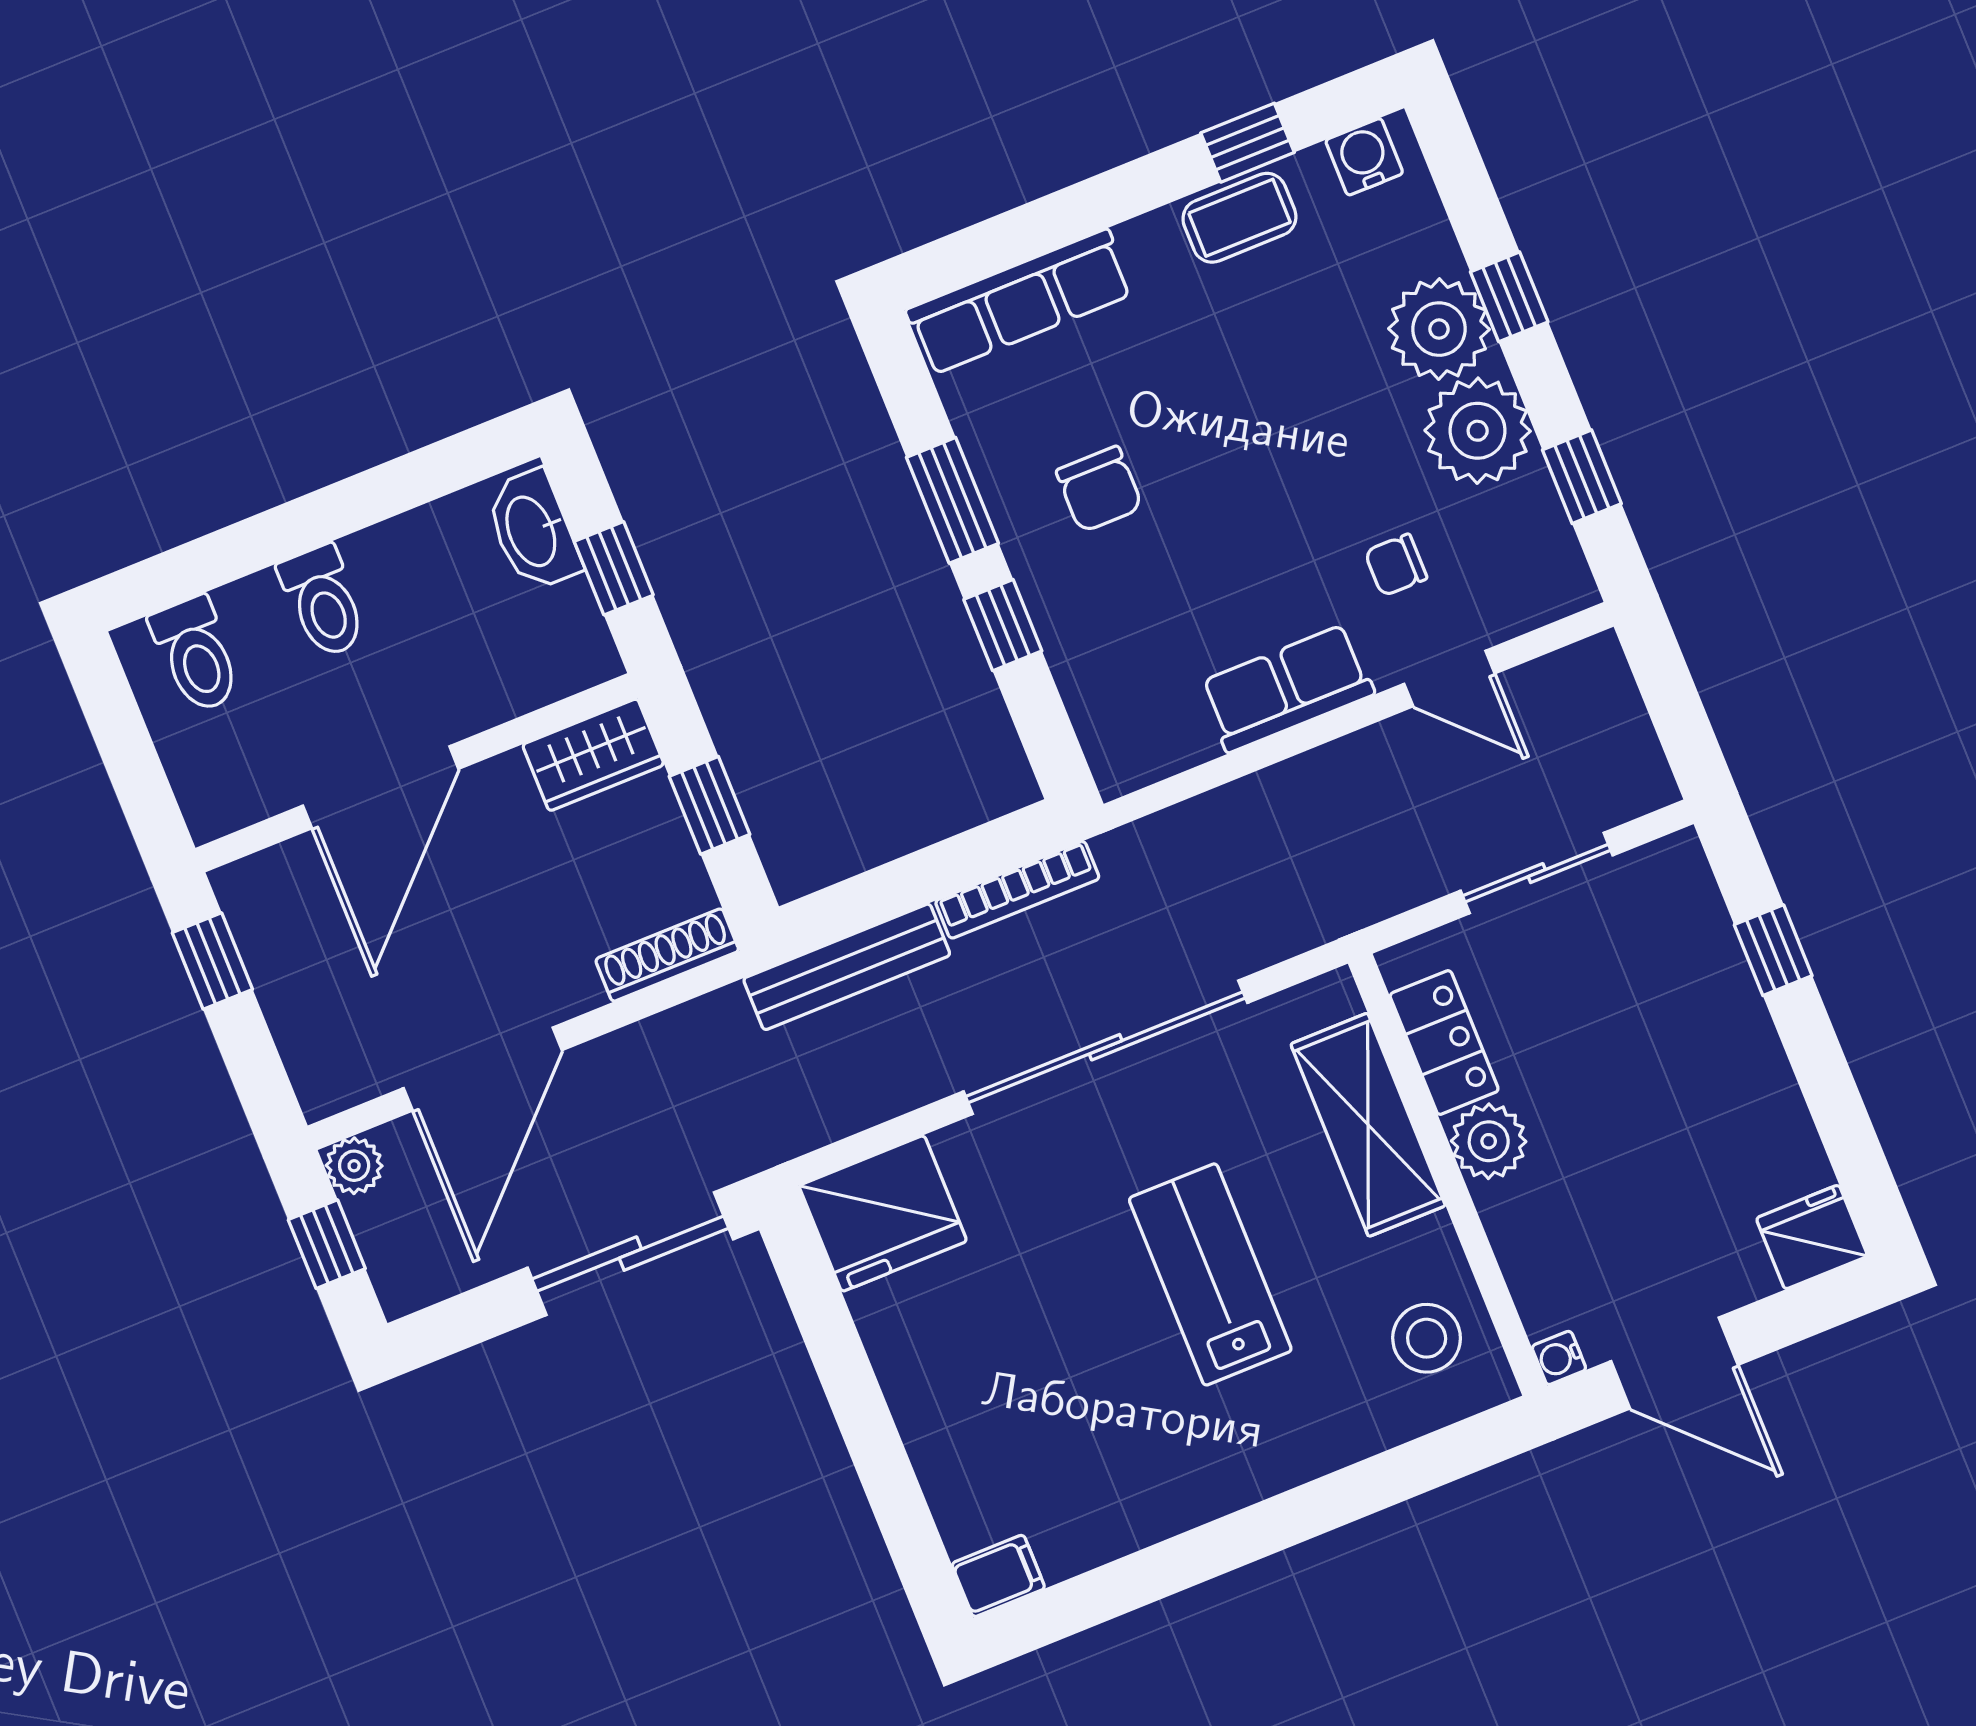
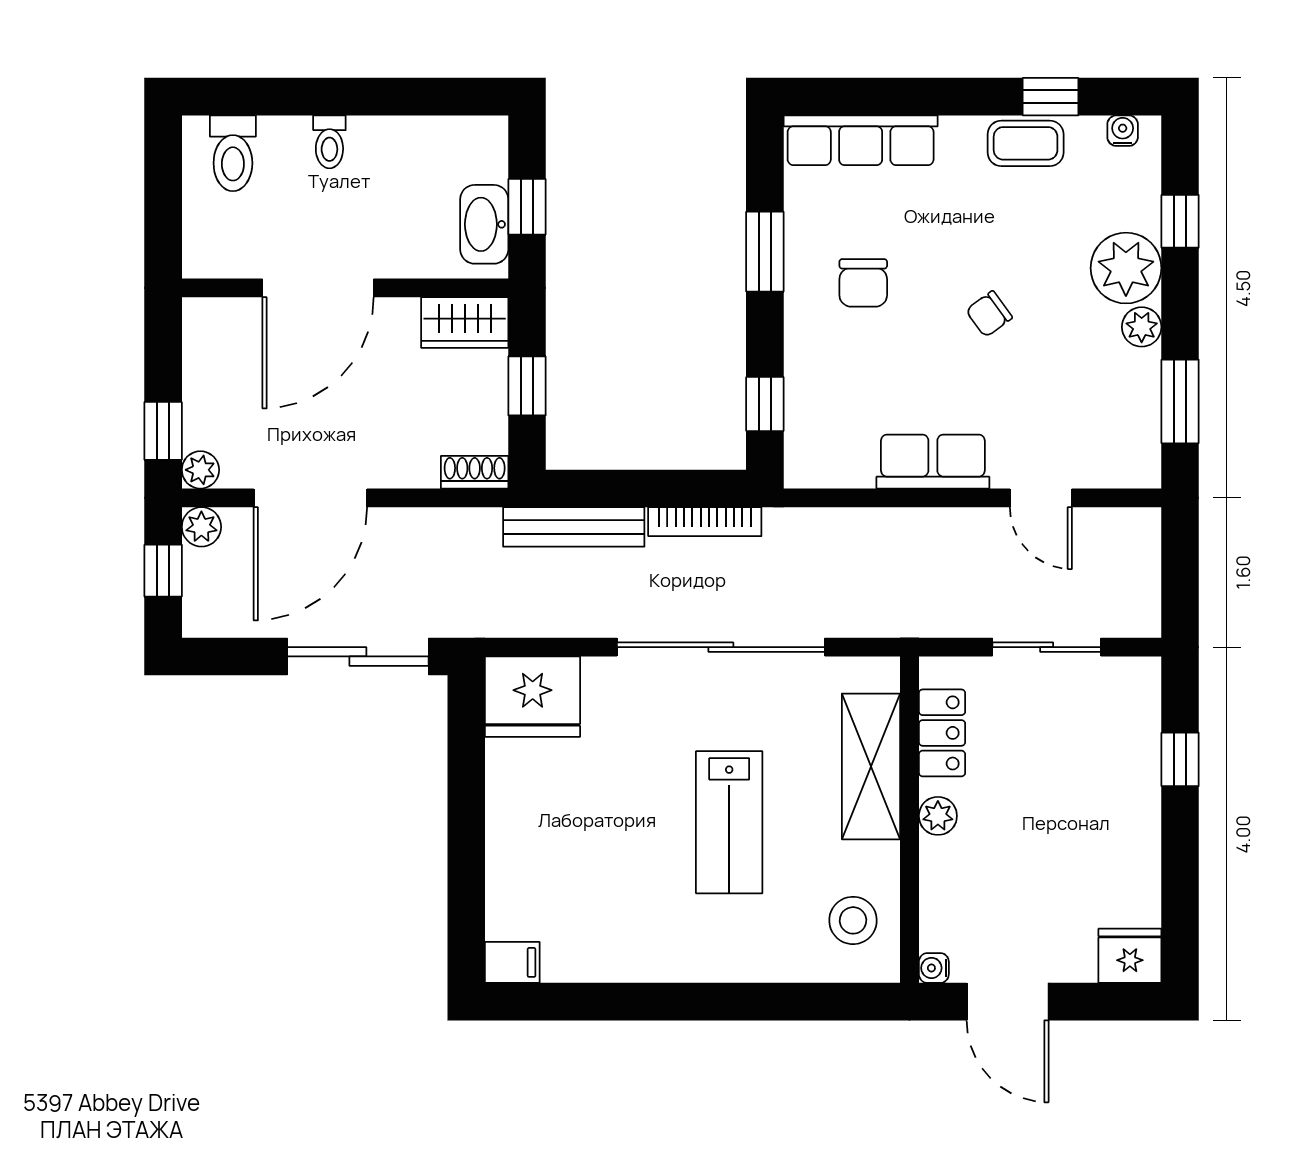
water cooler: (1364, 157) -> (1123, 131), width x0.72, depth x0.72
window: (1509, 297) -> (1180, 221), moved
plant: (1478, 431) -> (1142, 327), width x0.53, depth x0.53
window: (1582, 477) -> (1180, 401), width x1.50
washbasin: (533, 531) -> (484, 224), moved
chair: (1396, 565) -> (989, 314), moved, turned -36
toilet: (323, 601) -> (329, 142), width x0.73, depth x0.72
window: (1003, 625) -> (765, 404), moved
shoe rack: (667, 955) -> (475, 472), width x0.70
window: (212, 961) -> (163, 431), moved
plant: (322, 1091) -> (200, 470), added
plant: (1489, 1141) -> (938, 816), width x0.73, depth x0.73
lab bench: (1210, 1274) -> (729, 822), turned 180

